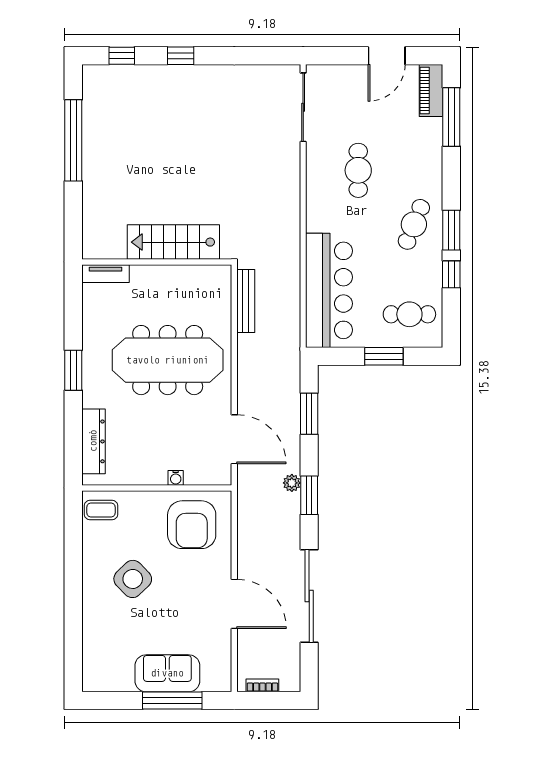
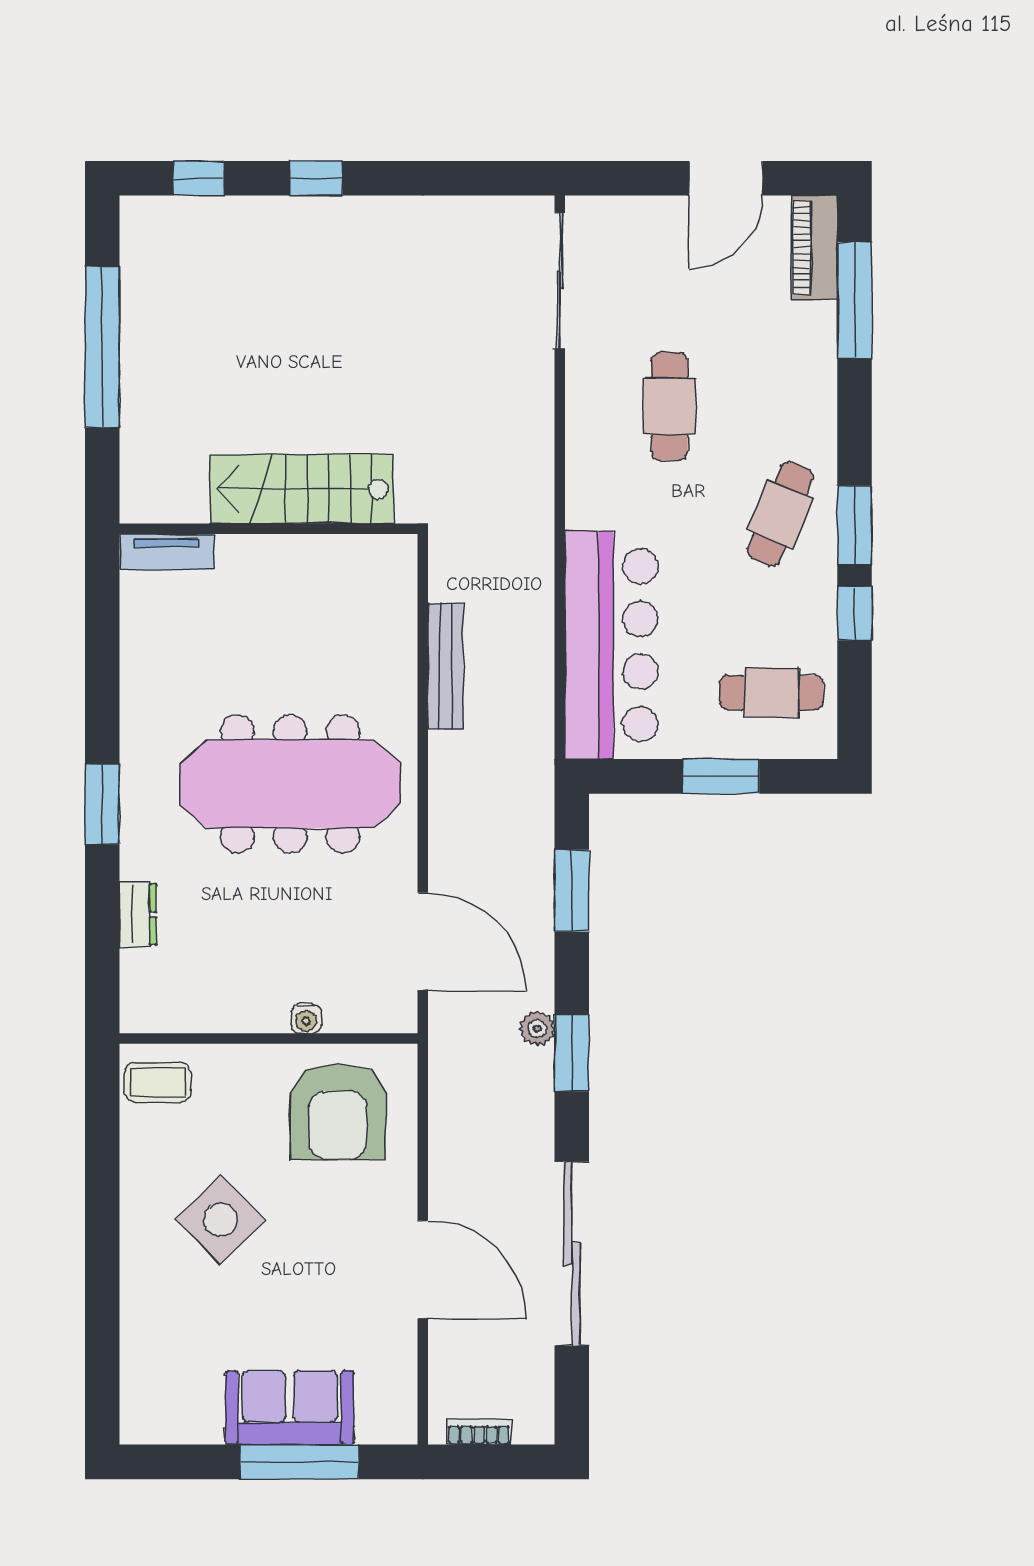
stairs: (173, 242) -> (302, 489), moved
wall: (157, 262) -> (268, 529), moved
tv unit: (106, 274) -> (167, 552), moved
dresser: (93, 441) -> (138, 914), width x0.51, depth x0.80

